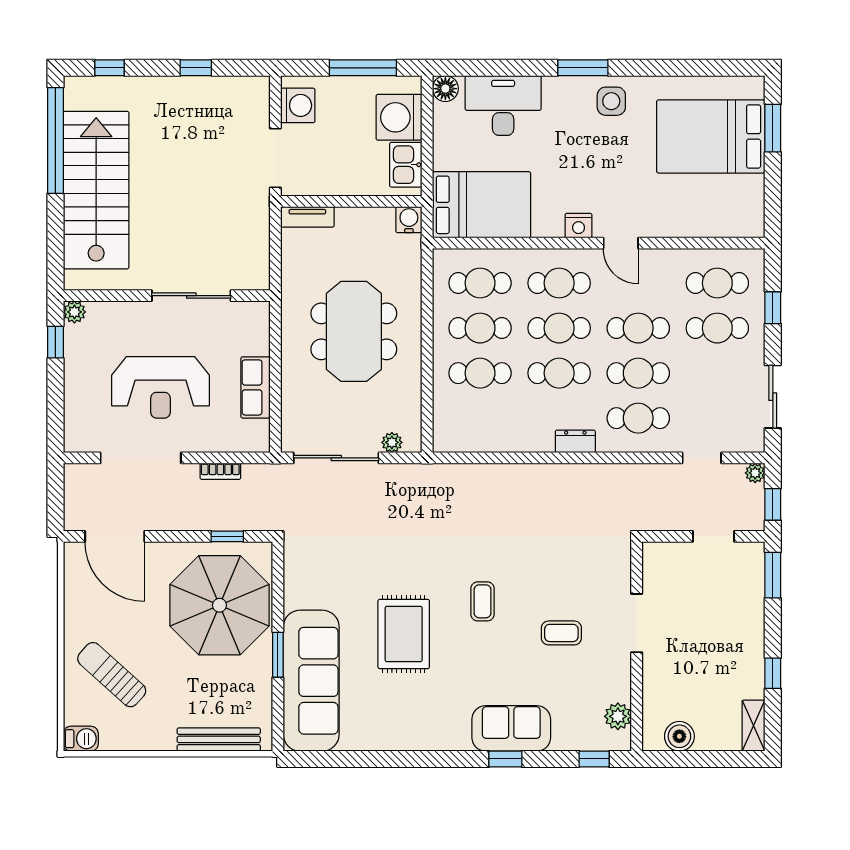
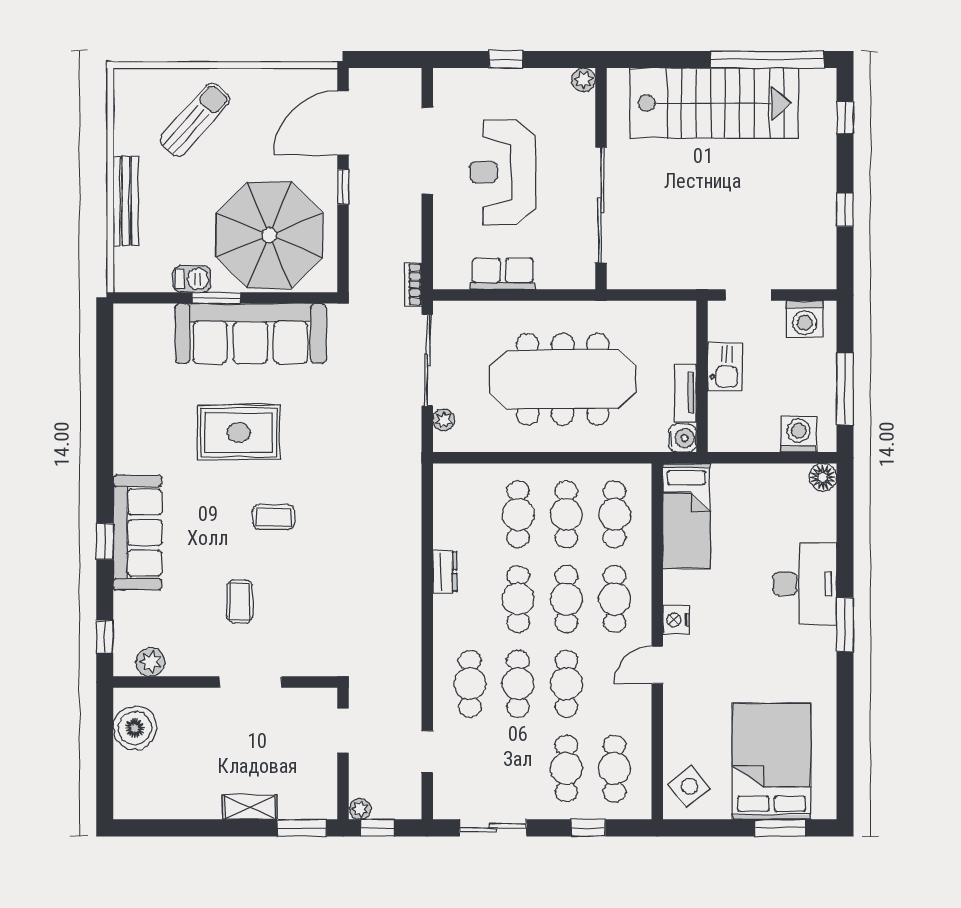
side table: (611, 101) -> (689, 786), moved, turned -38
desk: (503, 106) -> (805, 584), moved
washing machine: (399, 117) -> (799, 434), width x0.73, depth x0.73
doorway: (275, 158) -> (748, 295), width x0.73
kitchen sink: (406, 165) -> (725, 367), moved, turned 90
bed: (482, 205) -> (686, 516), width x0.67
tv unit: (307, 217) -> (685, 393), moved
sliding door: (191, 296) -> (601, 205), width x1.36
meeting table: (354, 331) -> (563, 379), width x1.36
window: (55, 342) -> (506, 60), moved
dresser: (575, 441) -> (445, 572), moved
bookcase: (220, 471) -> (413, 284), moved
plant: (755, 473) -> (360, 809), moved
window: (227, 536) -> (343, 187), moved
doorway: (714, 536) -> (343, 730), moved
window: (773, 673) -> (197, 828), removed
sofa: (311, 681) -> (250, 333), moved
shelving: (753, 726) -> (249, 807), moved
sofa: (511, 728) -> (137, 533), width x1.36
boiler: (679, 736) -> (135, 728), width x1.37, depth x1.37
barbecue: (81, 739) -> (192, 279), moved, turned -90
bench: (219, 739) -> (126, 201), moved

